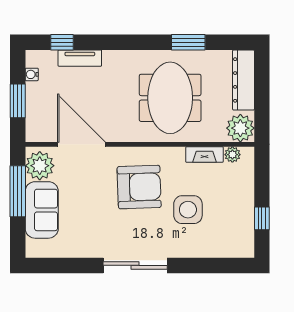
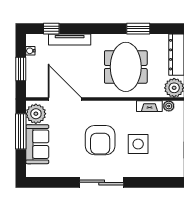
tv unit: (80, 58) -> (70, 40), width x1.41
armchair: (139, 187) -> (100, 140), moved, turned 92

